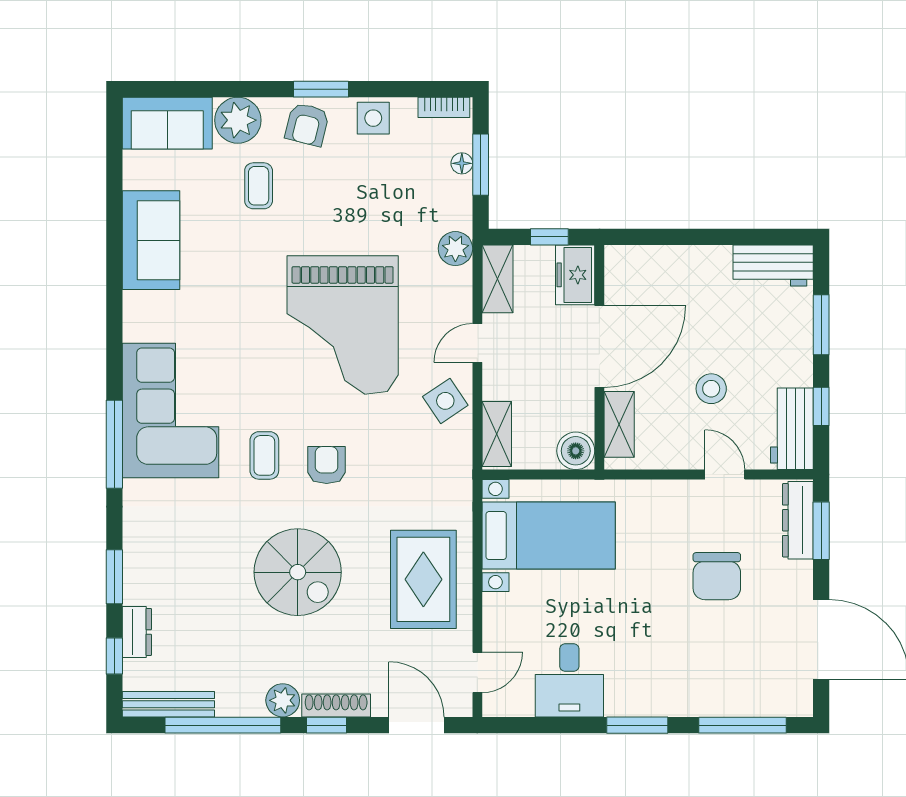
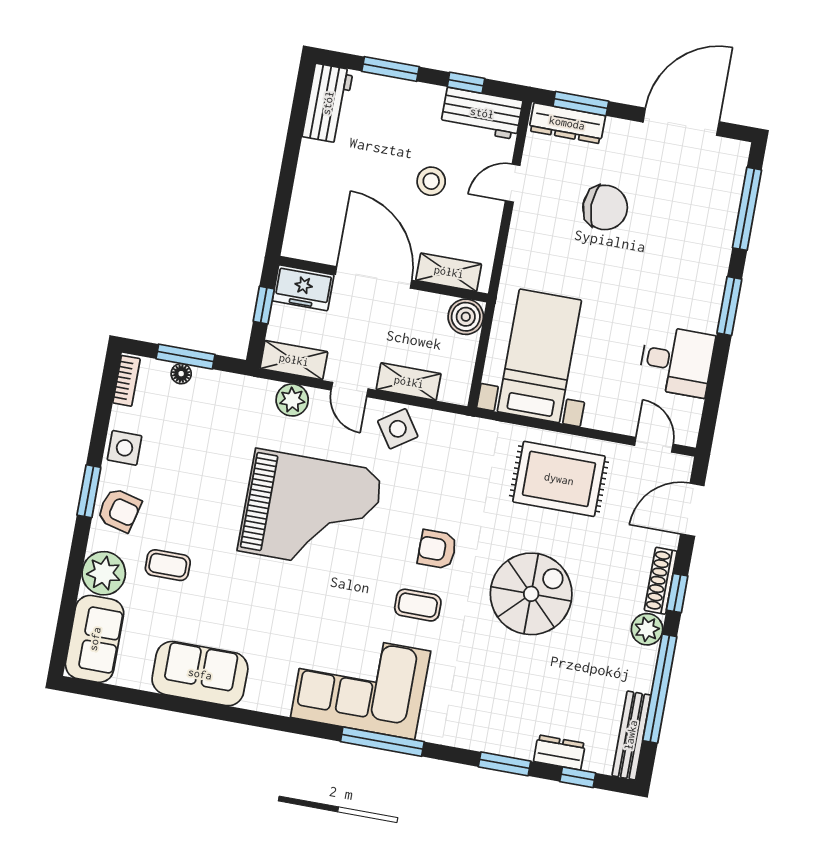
plant: (455, 249) -> (292, 400), moved
shelving: (497, 434) -> (409, 382), moved

